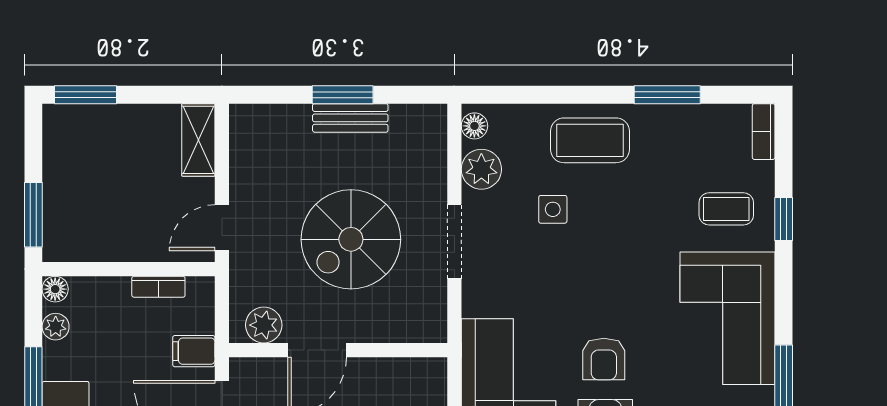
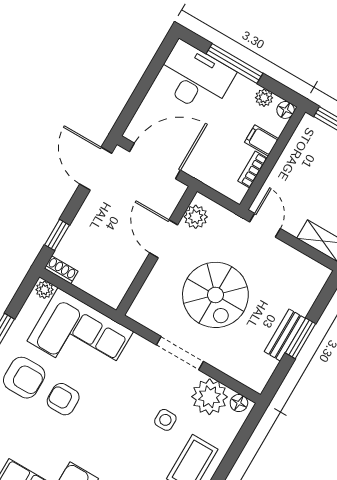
plant: (481, 169) -> (210, 397), width x1.36, depth x1.36
spiral stairs: (351, 239) -> (215, 295), turned 180
filing cabinet: (194, 351) -> (262, 140), moved, turned -90

